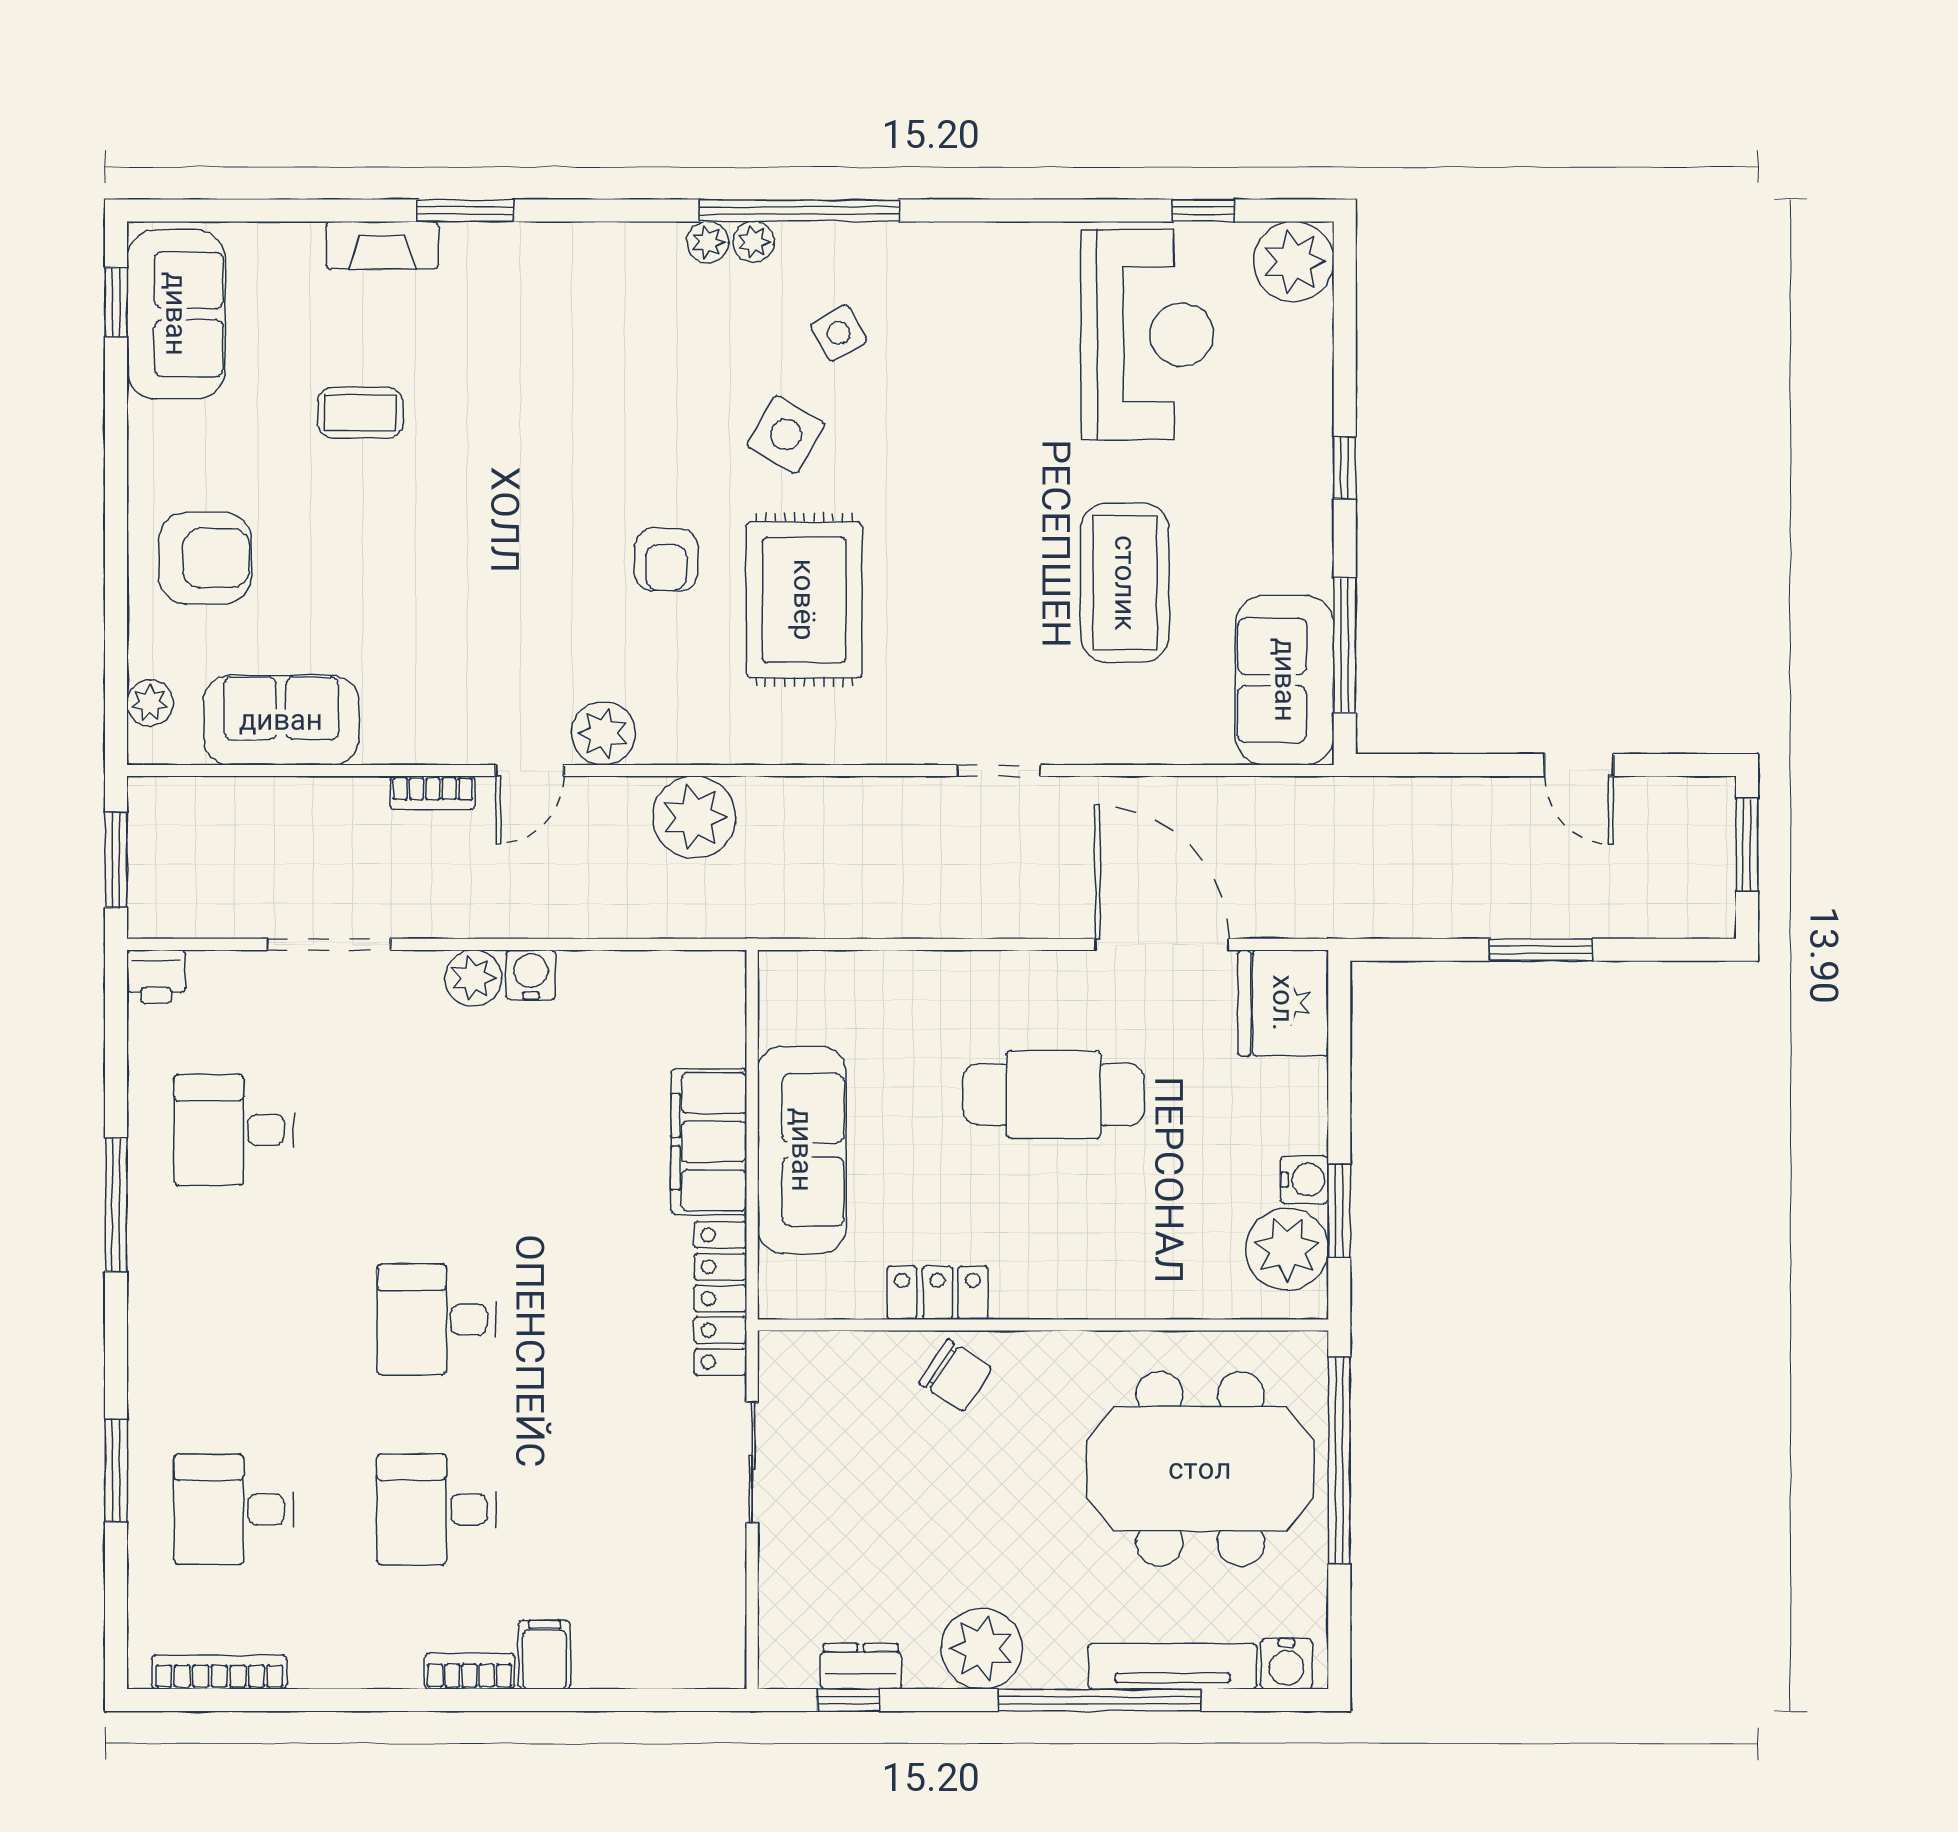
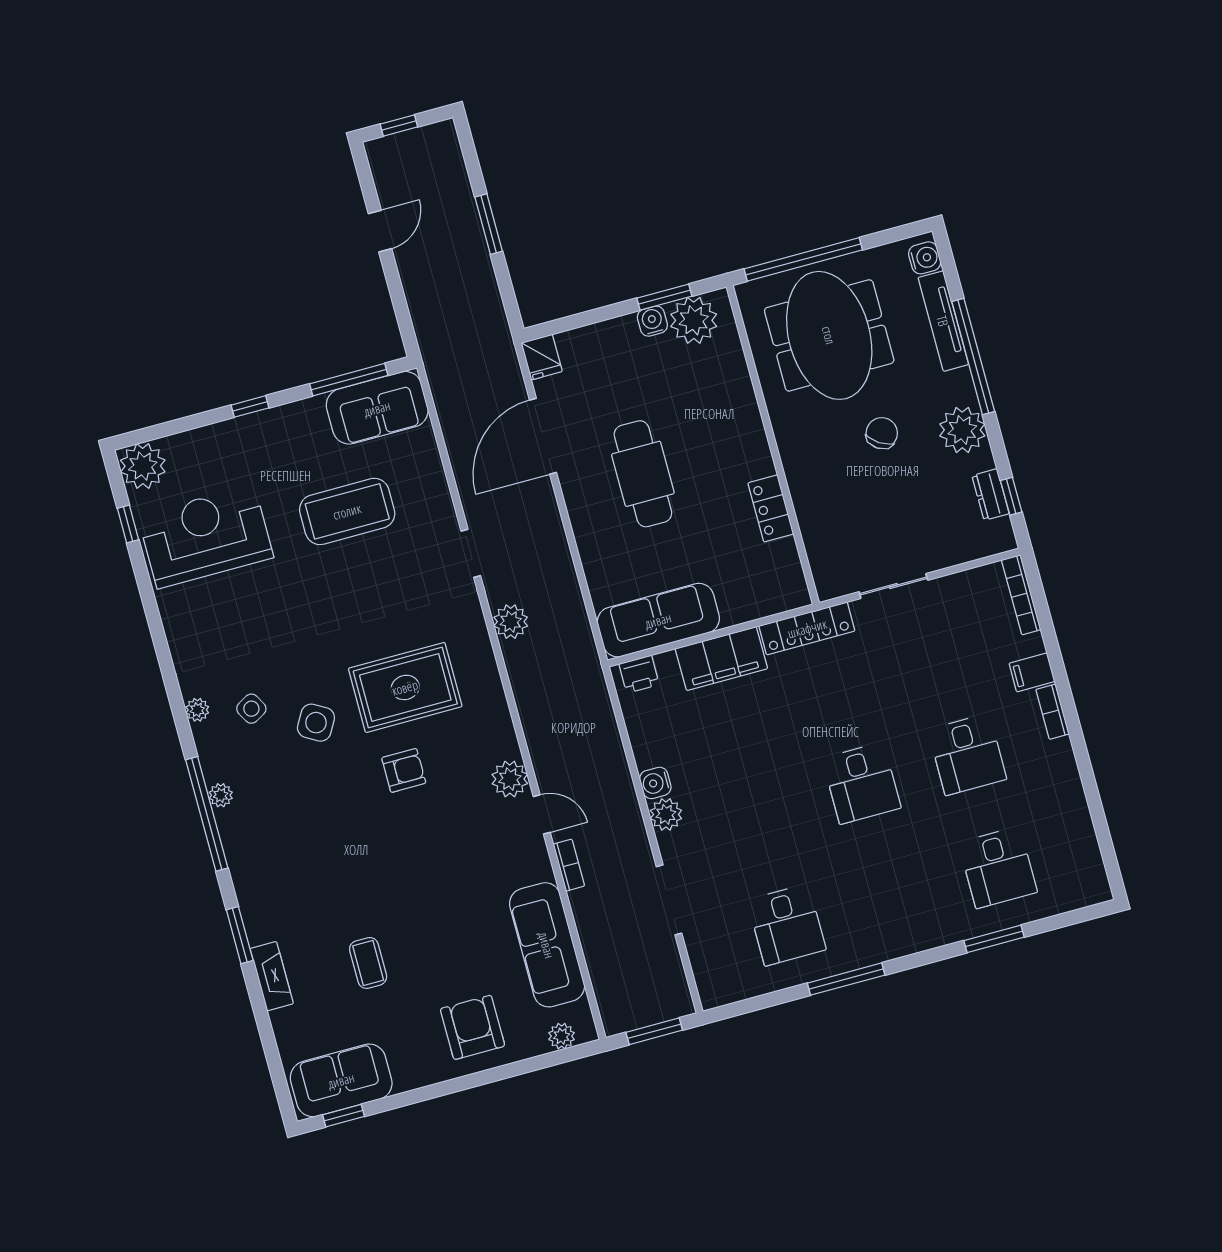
window: (799, 211) -> (207, 814), moved
plant: (754, 242) -> (197, 710), moved
sofa: (281, 720) -> (547, 945), width x1.36
plant: (694, 817) -> (511, 622), moved, width x0.73, depth x0.73
window: (1747, 845) -> (399, 125), width x0.67
printer: (156, 977) -> (639, 674), moved, turned 90
fridge: (1283, 1003) -> (542, 357), width x0.53, depth x0.75
sofa: (802, 1150) -> (658, 620), moved
chair: (955, 1375) -> (882, 433), moved
bookcase: (219, 1672) -> (1021, 595), moved

